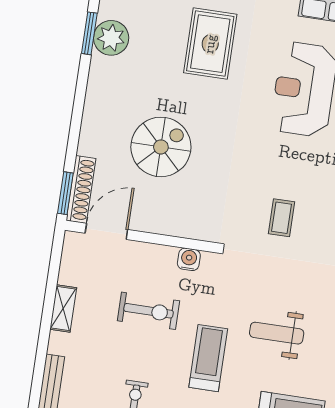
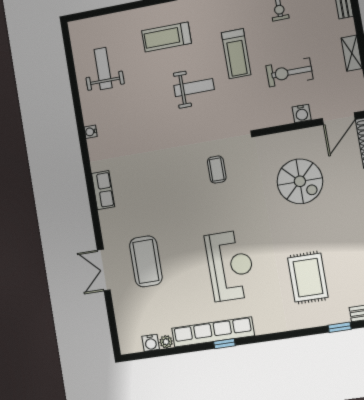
spiral stairs: (161, 147) -> (300, 181), moved, turned -90
water cooler: (189, 259) -> (302, 113), moved

